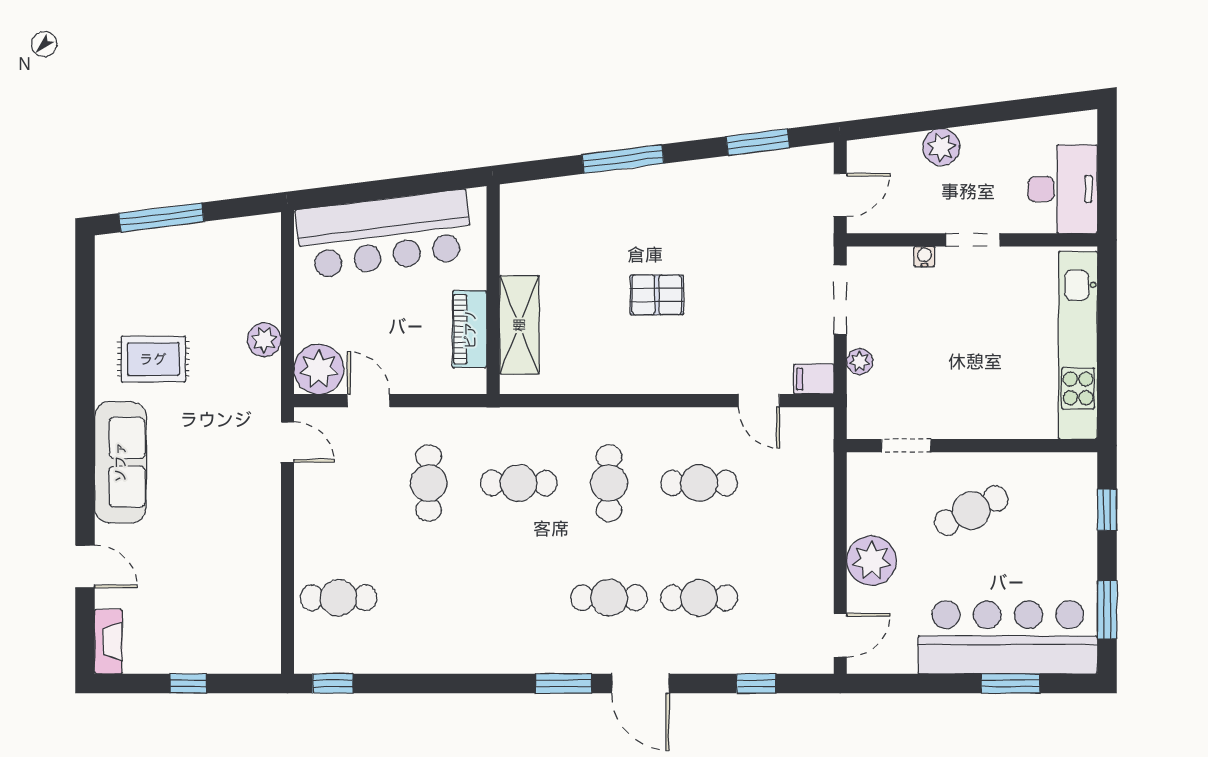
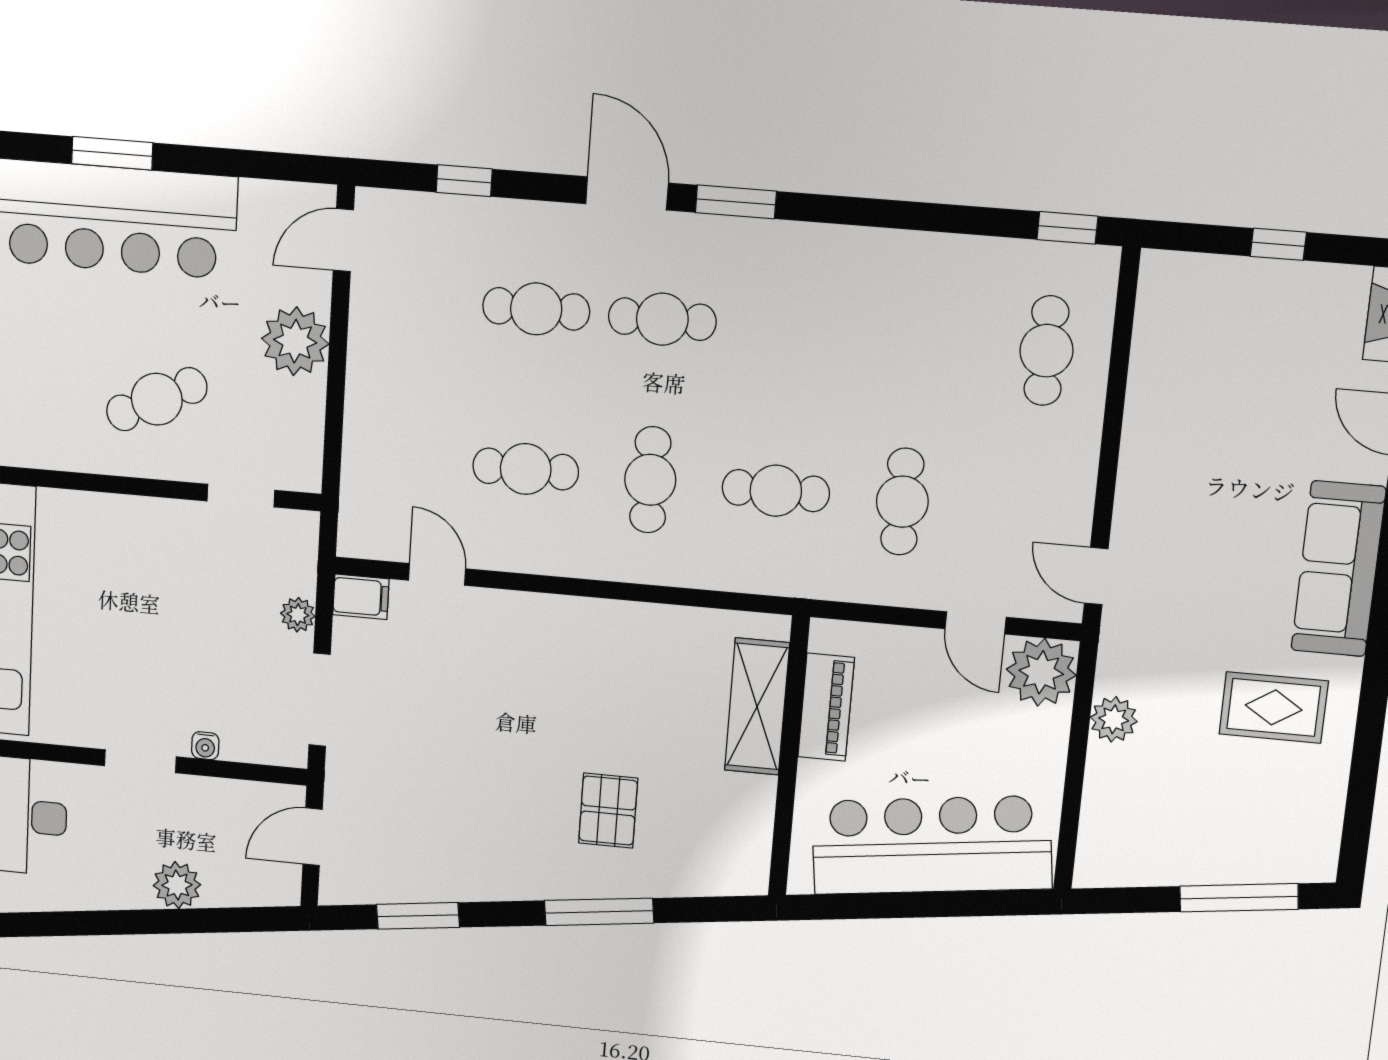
pallet: (657, 295) -> (608, 811), moved, turned 90
cafe table: (338, 598) -> (1046, 351), turned 90

